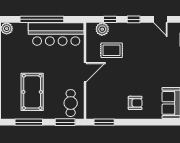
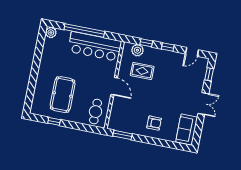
door: (160, 19) -> (192, 52), hinge flipped
door: (85, 72) -> (114, 86), hinge flipped
window: (29, 122) -> (54, 121), width x0.46
window: (65, 122) -> (87, 128), removed

